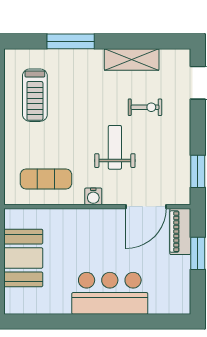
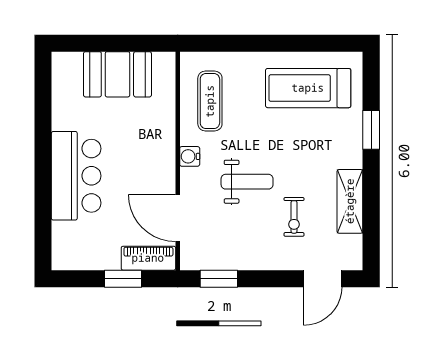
window: (71, 41) -> (371, 130), width x0.69
treadmill: (35, 95) -> (308, 88), width x1.37, depth x1.38

